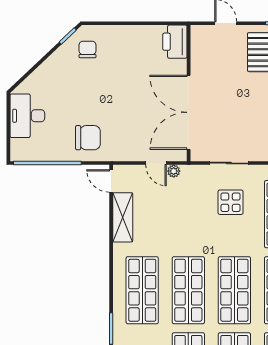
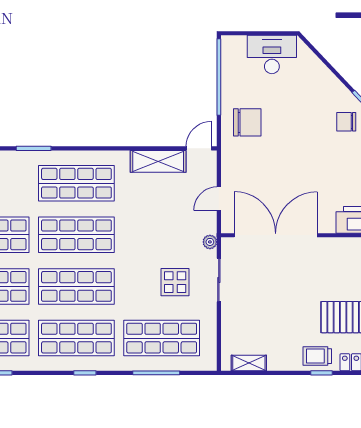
chair: (87, 49) -> (346, 122), turned 180
chair: (88, 138) -> (247, 122), turned -90
plant: (174, 171) -> (210, 242), moved

